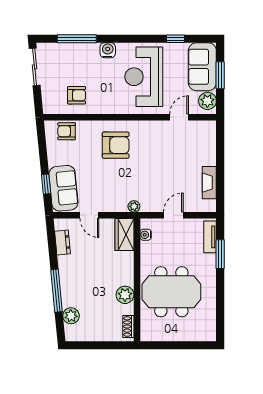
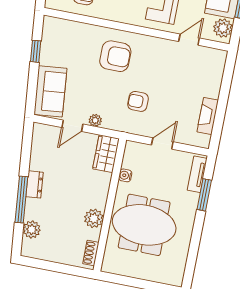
armchair: (67, 131) -> (138, 101), moved
window: (46, 184) -> (36, 51), moved
plant: (134, 206) -> (95, 120), moved
door: (89, 215) -> (72, 126), hinge flipped
water cooler: (146, 235) -> (125, 175), moved
dresser: (63, 242) -> (35, 184), moved

